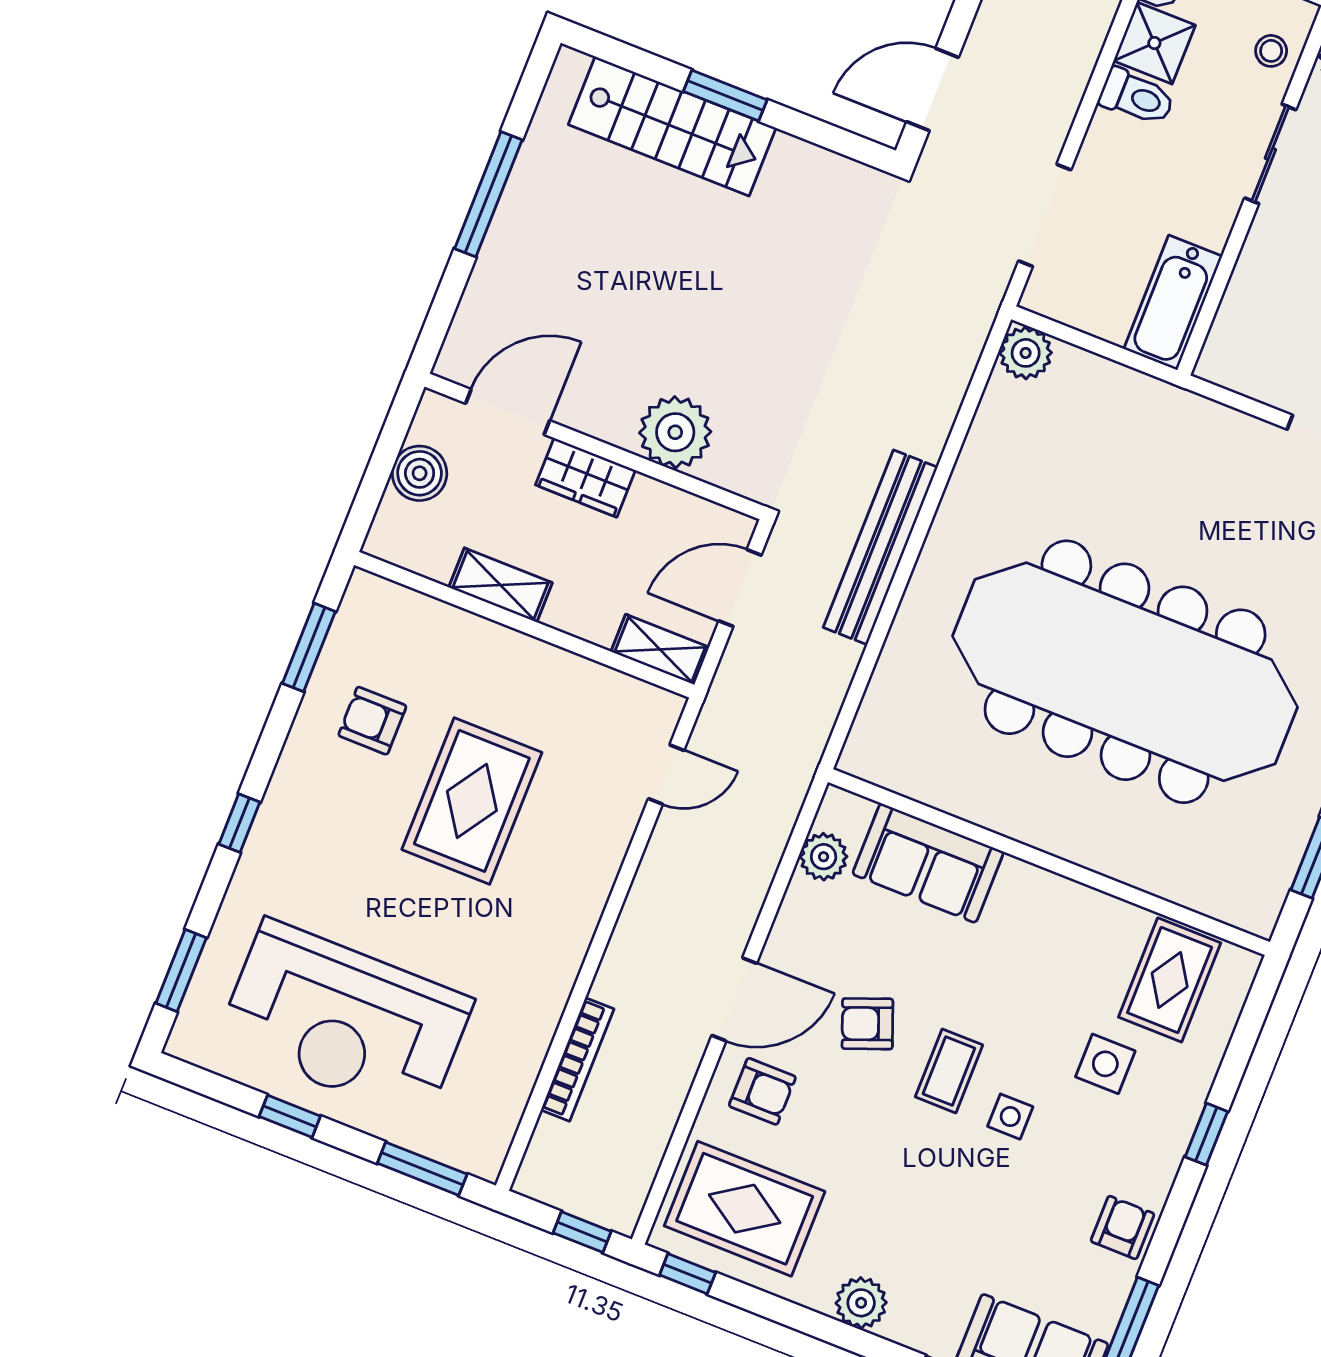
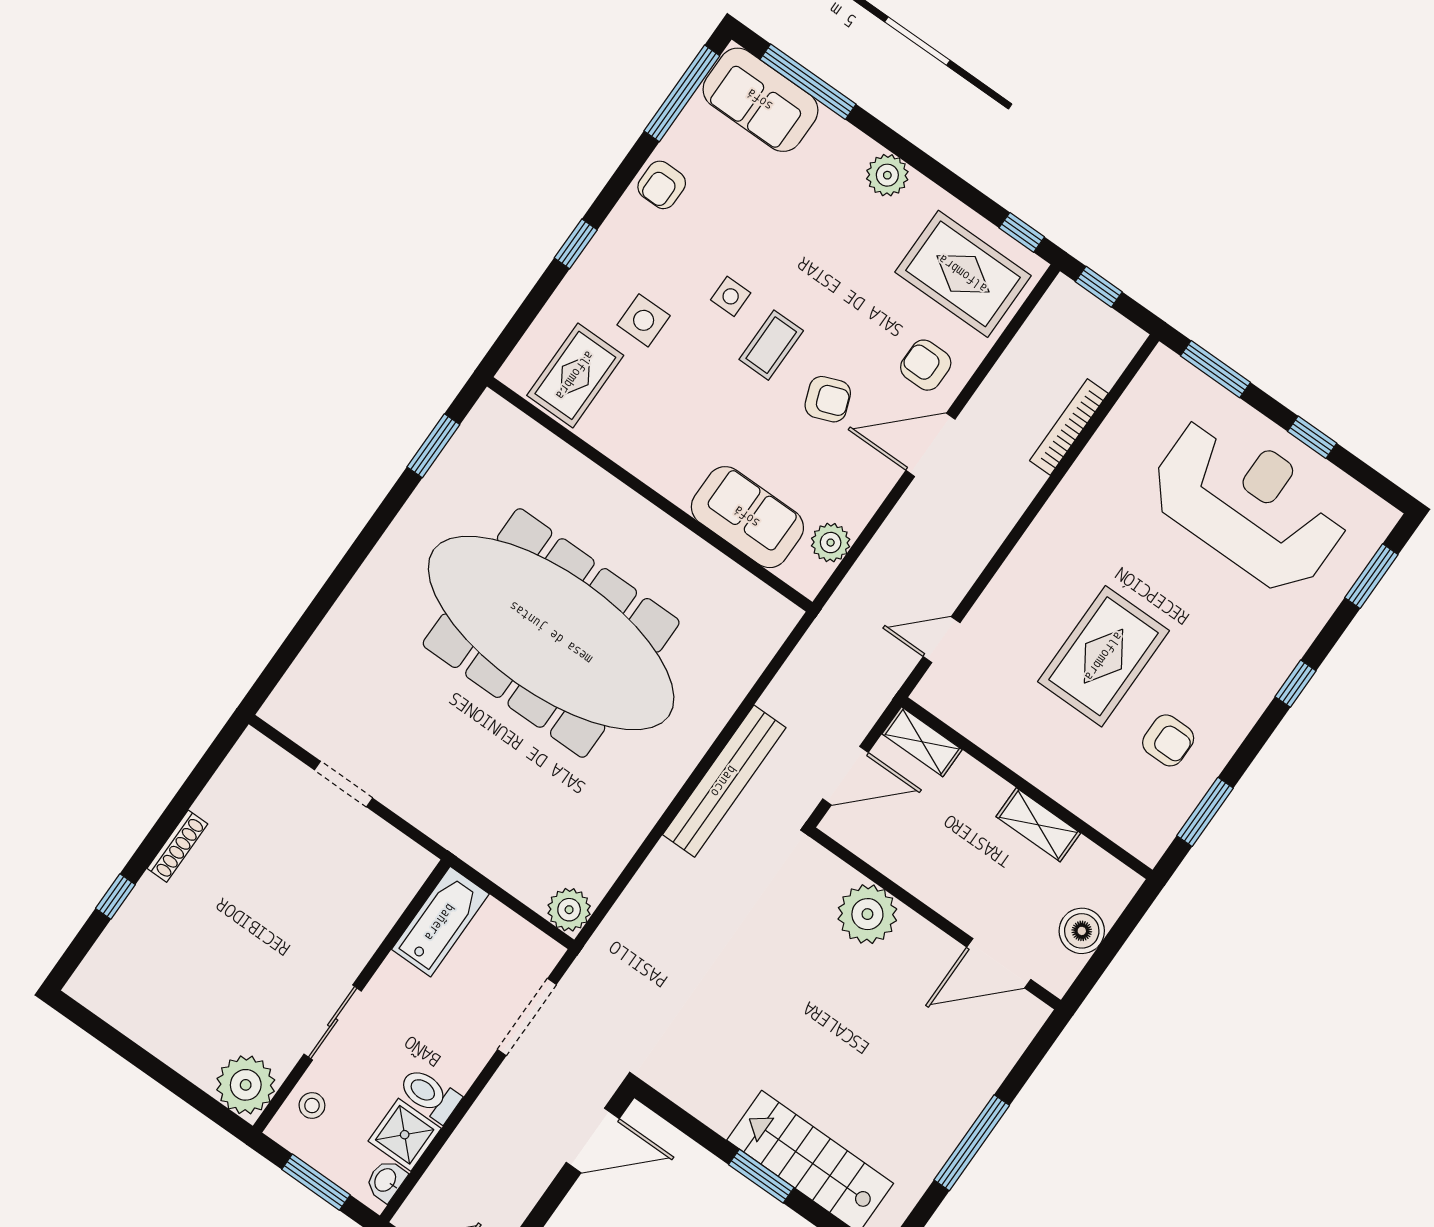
wardrobe: (585, 477) -> (949, 895), removed

